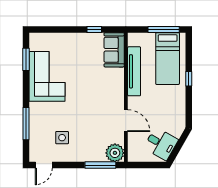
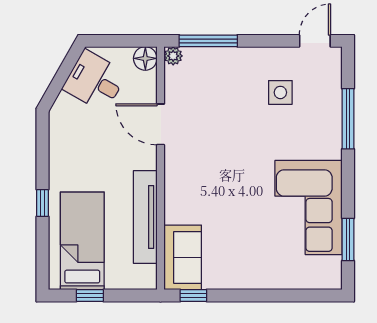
window: (94, 29) -> (193, 296), moved
window: (164, 29) -> (90, 296), width x0.46
plant: (115, 153) -> (173, 56), width x0.53, depth x0.53
floor lamp: (134, 156) -> (145, 58), added

